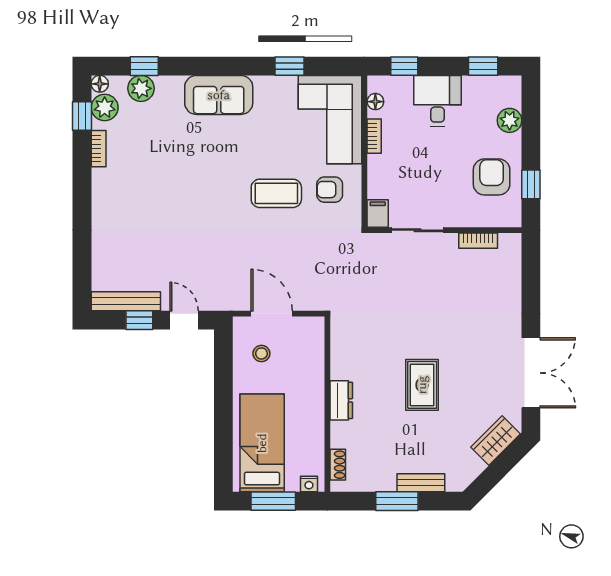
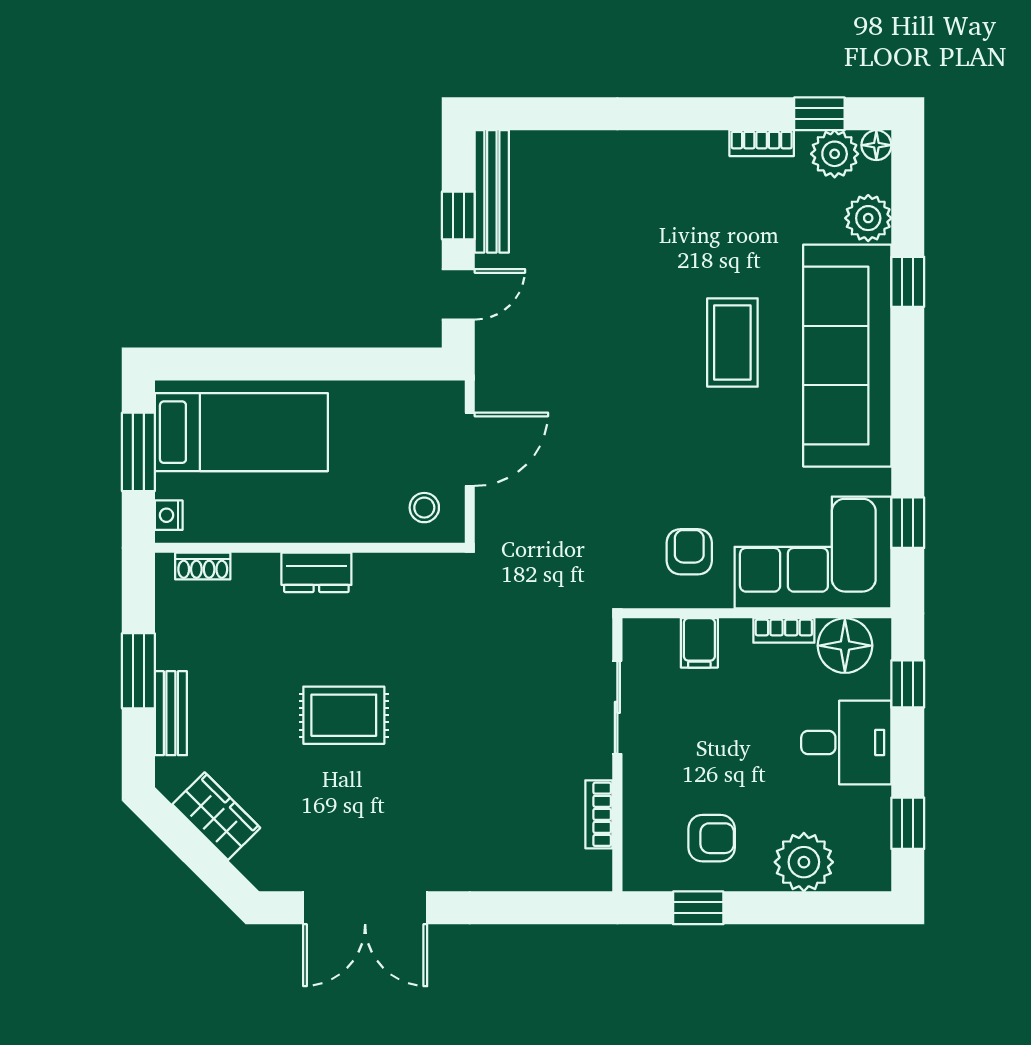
window: (144, 66) -> (908, 282), moved
window: (289, 66) -> (908, 523), moved
sofa: (219, 95) -> (847, 356), width x1.85, depth x1.27
floor lamp: (375, 102) -> (845, 646), width x1.89, depth x1.89
plant: (510, 120) -> (804, 862), width x1.36, depth x1.36
armchair: (492, 177) -> (712, 838), width x0.72, depth x0.72
coffee table: (276, 193) -> (732, 343), moved
filing cabinet: (378, 213) -> (699, 643), moved, turned 90
stool: (261, 353) -> (424, 508), moved
wardrobe: (496, 441) -> (216, 816), moved

